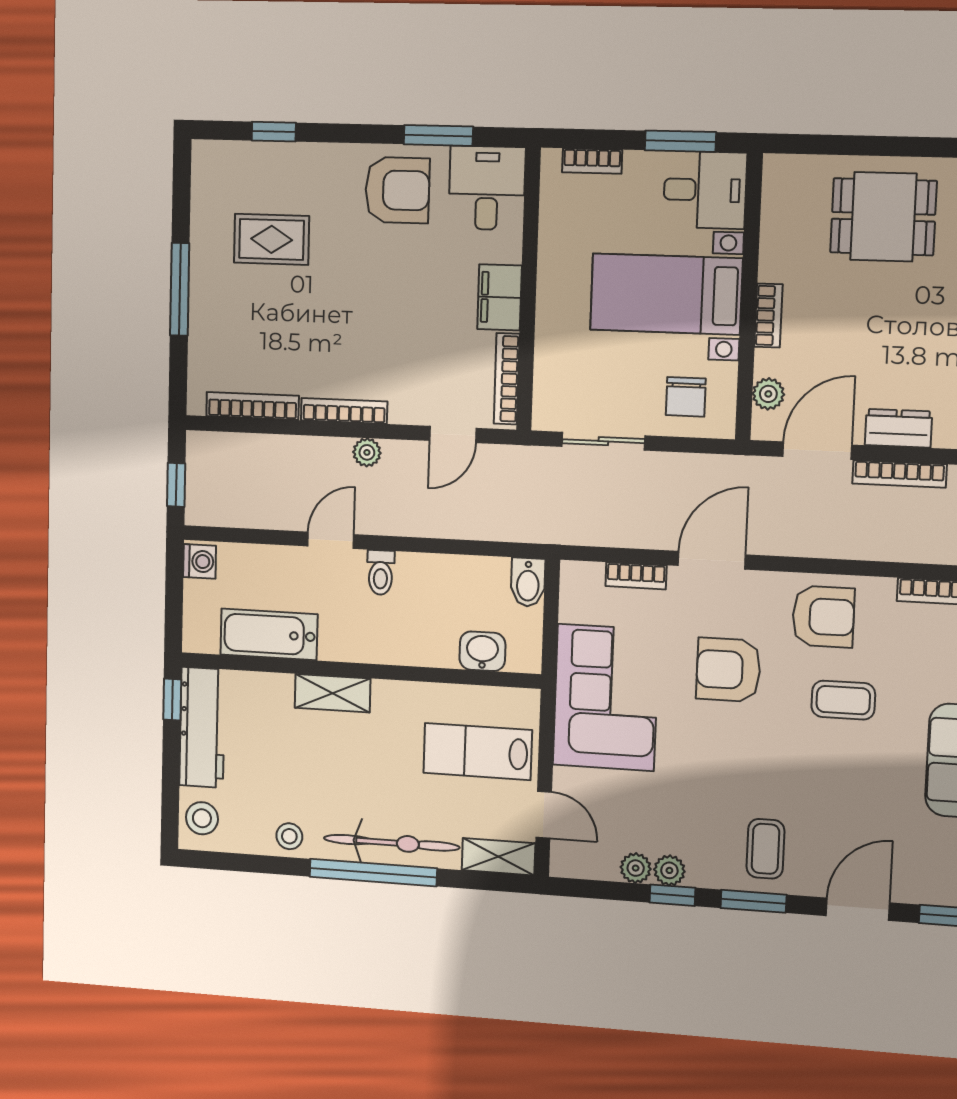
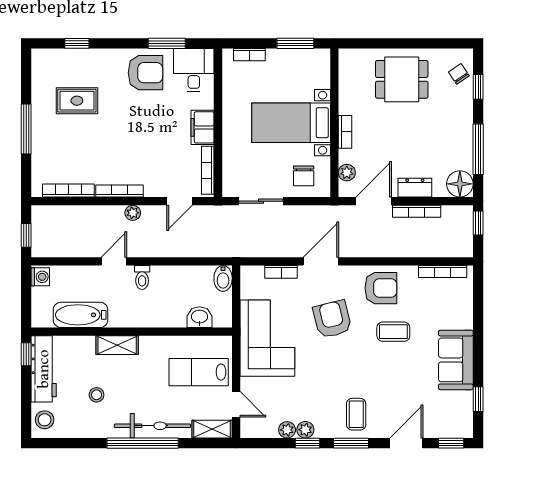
desk: (705, 190) -> (309, 68), removed
armchair: (728, 670) -> (332, 319), turned 76
stool: (289, 836) -> (97, 395), moved

